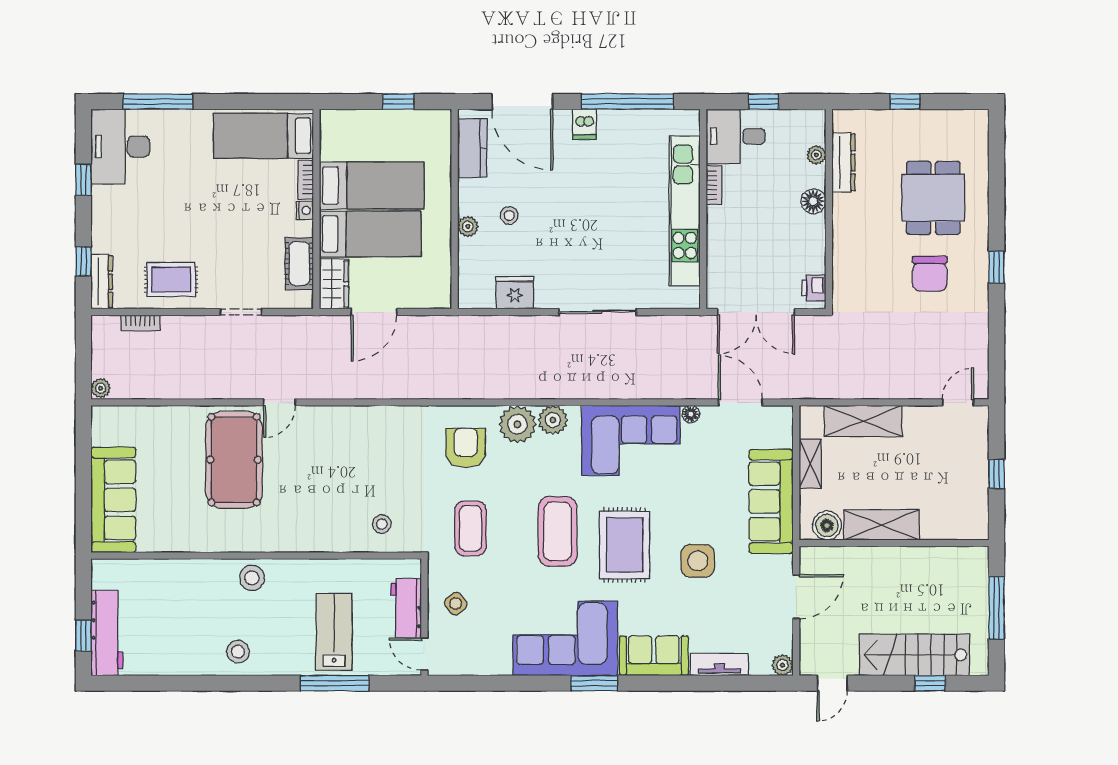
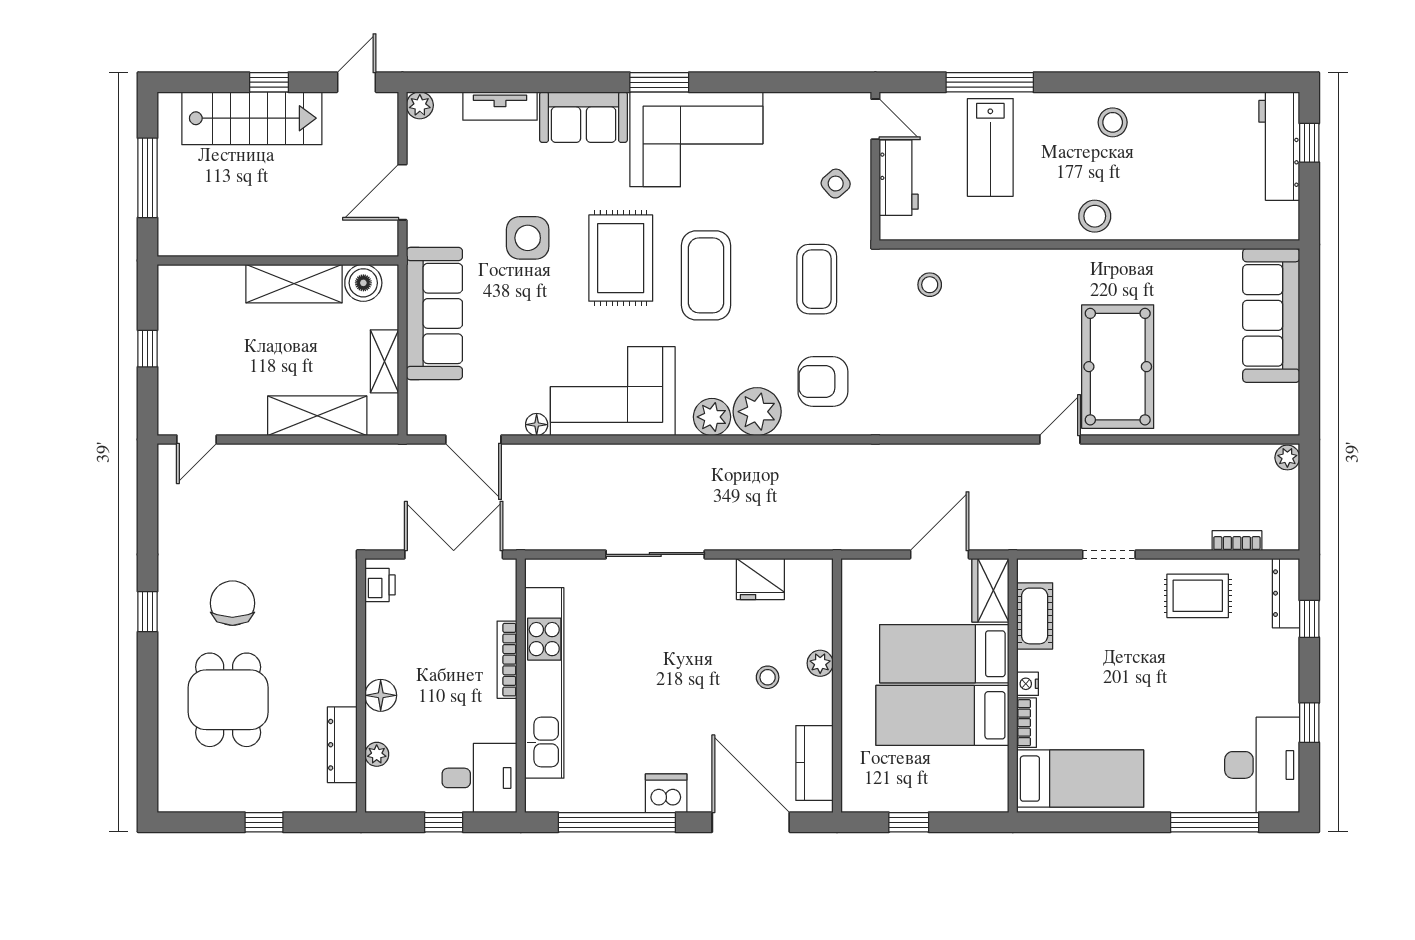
dishwasher: (584, 124) -> (666, 793), width x1.38
bookcase: (714, 185) -> (507, 660), moved, width x1.56
armchair: (466, 448) -> (823, 382), turned 90
window: (930, 683) -> (269, 82), moved

